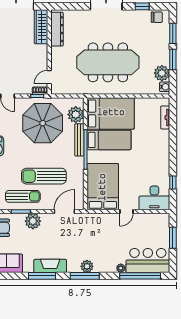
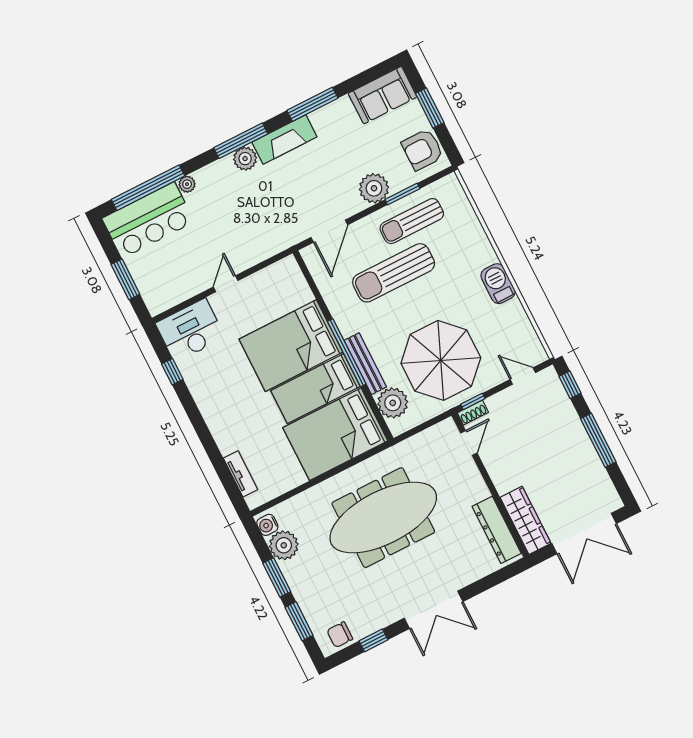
sun lounger: (44, 176) -> (394, 273), turned 180
bed: (103, 187) -> (291, 346), moved, turned 90
fireplace: (50, 266) -> (284, 139), moved

